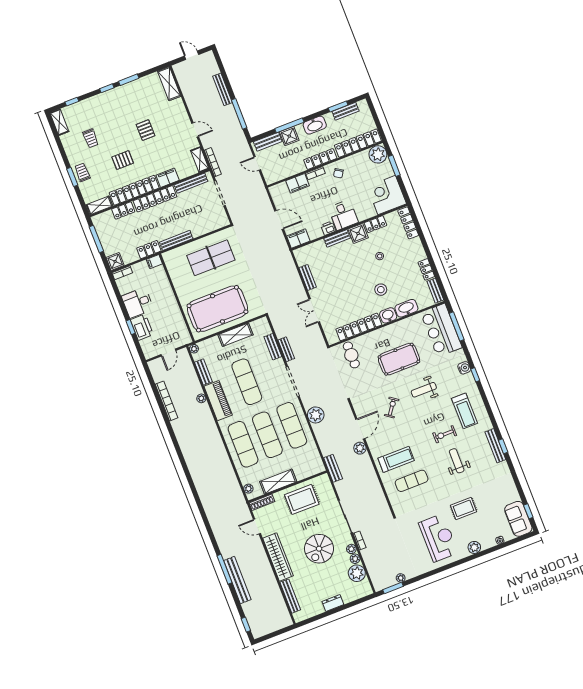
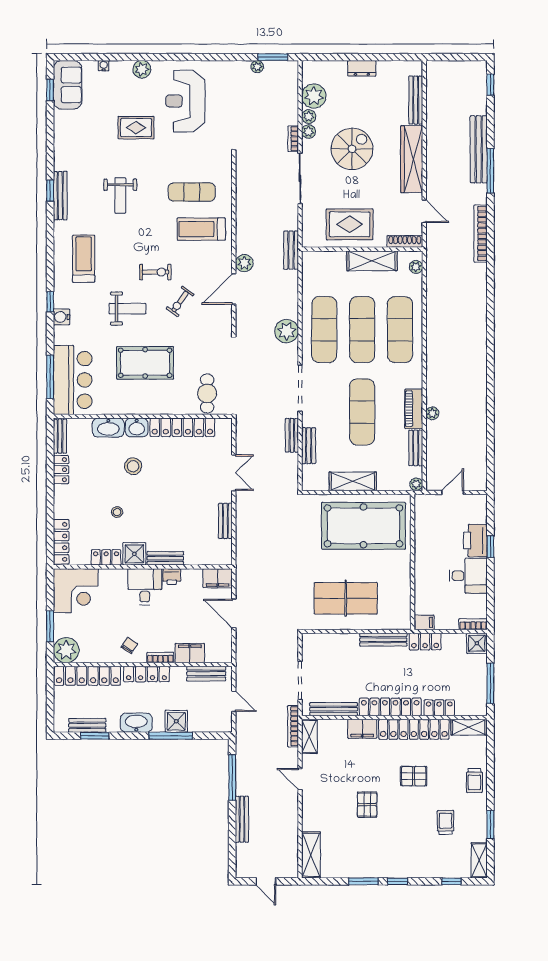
bench: (268, 142) -> (206, 674), moved
window: (72, 177) -> (490, 824), moved
bookcase: (167, 401) -> (481, 234), moved
piano: (218, 401) -> (414, 409), width x0.73, depth x0.75
exercise bike: (445, 434) -> (155, 272), moved

